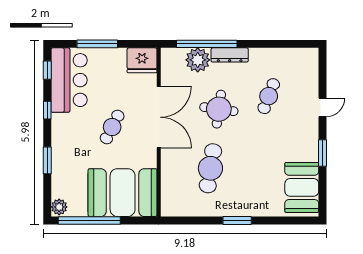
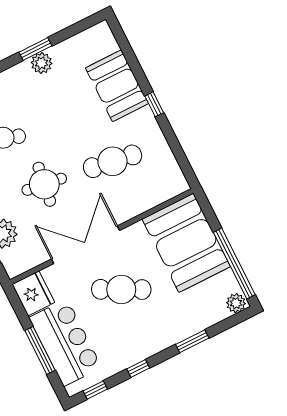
bar counter: (69, 80) -> (65, 343), moved, turned 90
cafe table: (112, 127) -> (121, 289), width x1.37, depth x1.35
plant: (310, 152) -> (42, 63), added
booth: (302, 187) -> (117, 86), moved, turned 90
window: (237, 220) -> (154, 104), width x0.67

